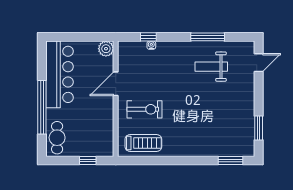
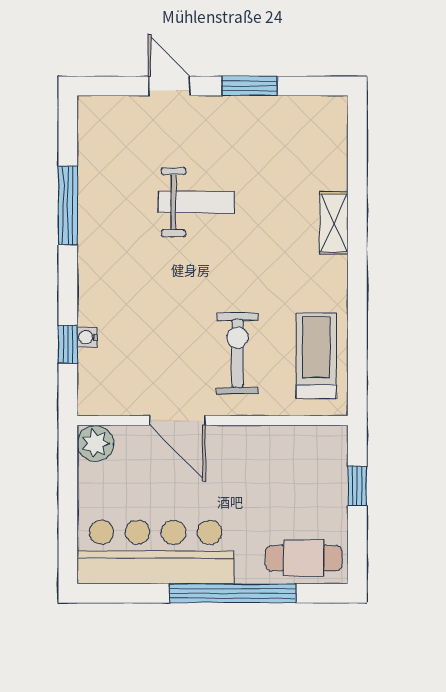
door: (259, 63) -> (169, 86), moved
weight bench: (211, 67) -> (196, 202), moved, turned -90
window: (259, 128) -> (249, 86), moved
shelving: (200, 150) -> (334, 223), added
window: (230, 160) -> (357, 152), removed

